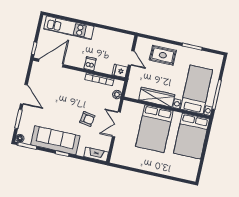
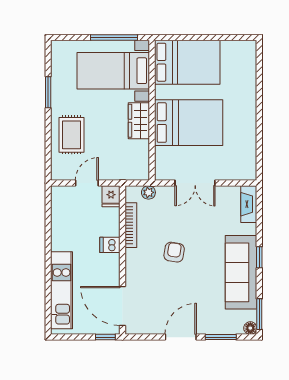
wardrobe: (157, 97) -> (139, 121), width x0.67
armchair: (87, 119) -> (174, 252), moved

